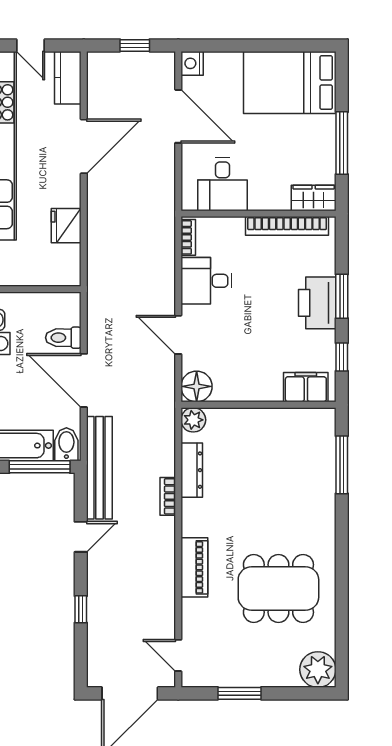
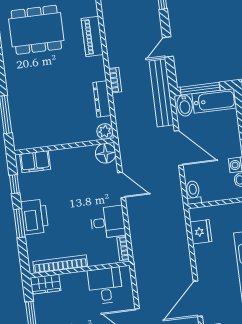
fridge: (66, 226) -> (201, 232), moved
toilet: (63, 338) -> (193, 192), moved, turned -90

